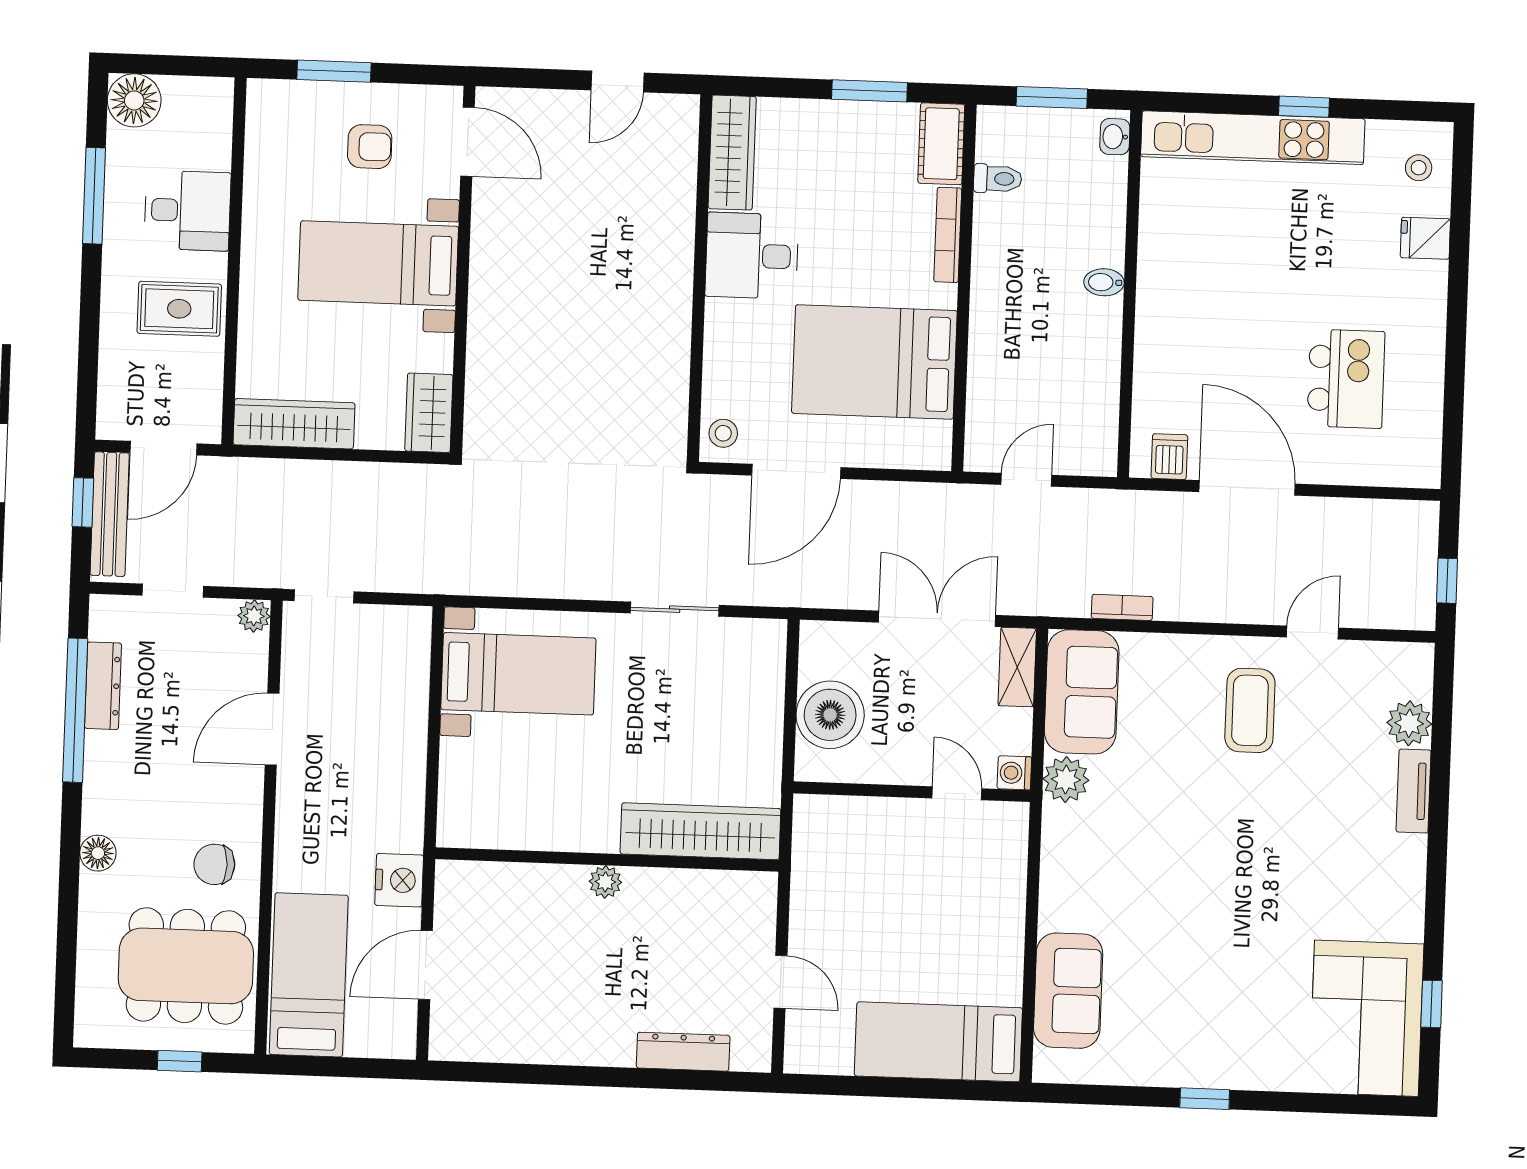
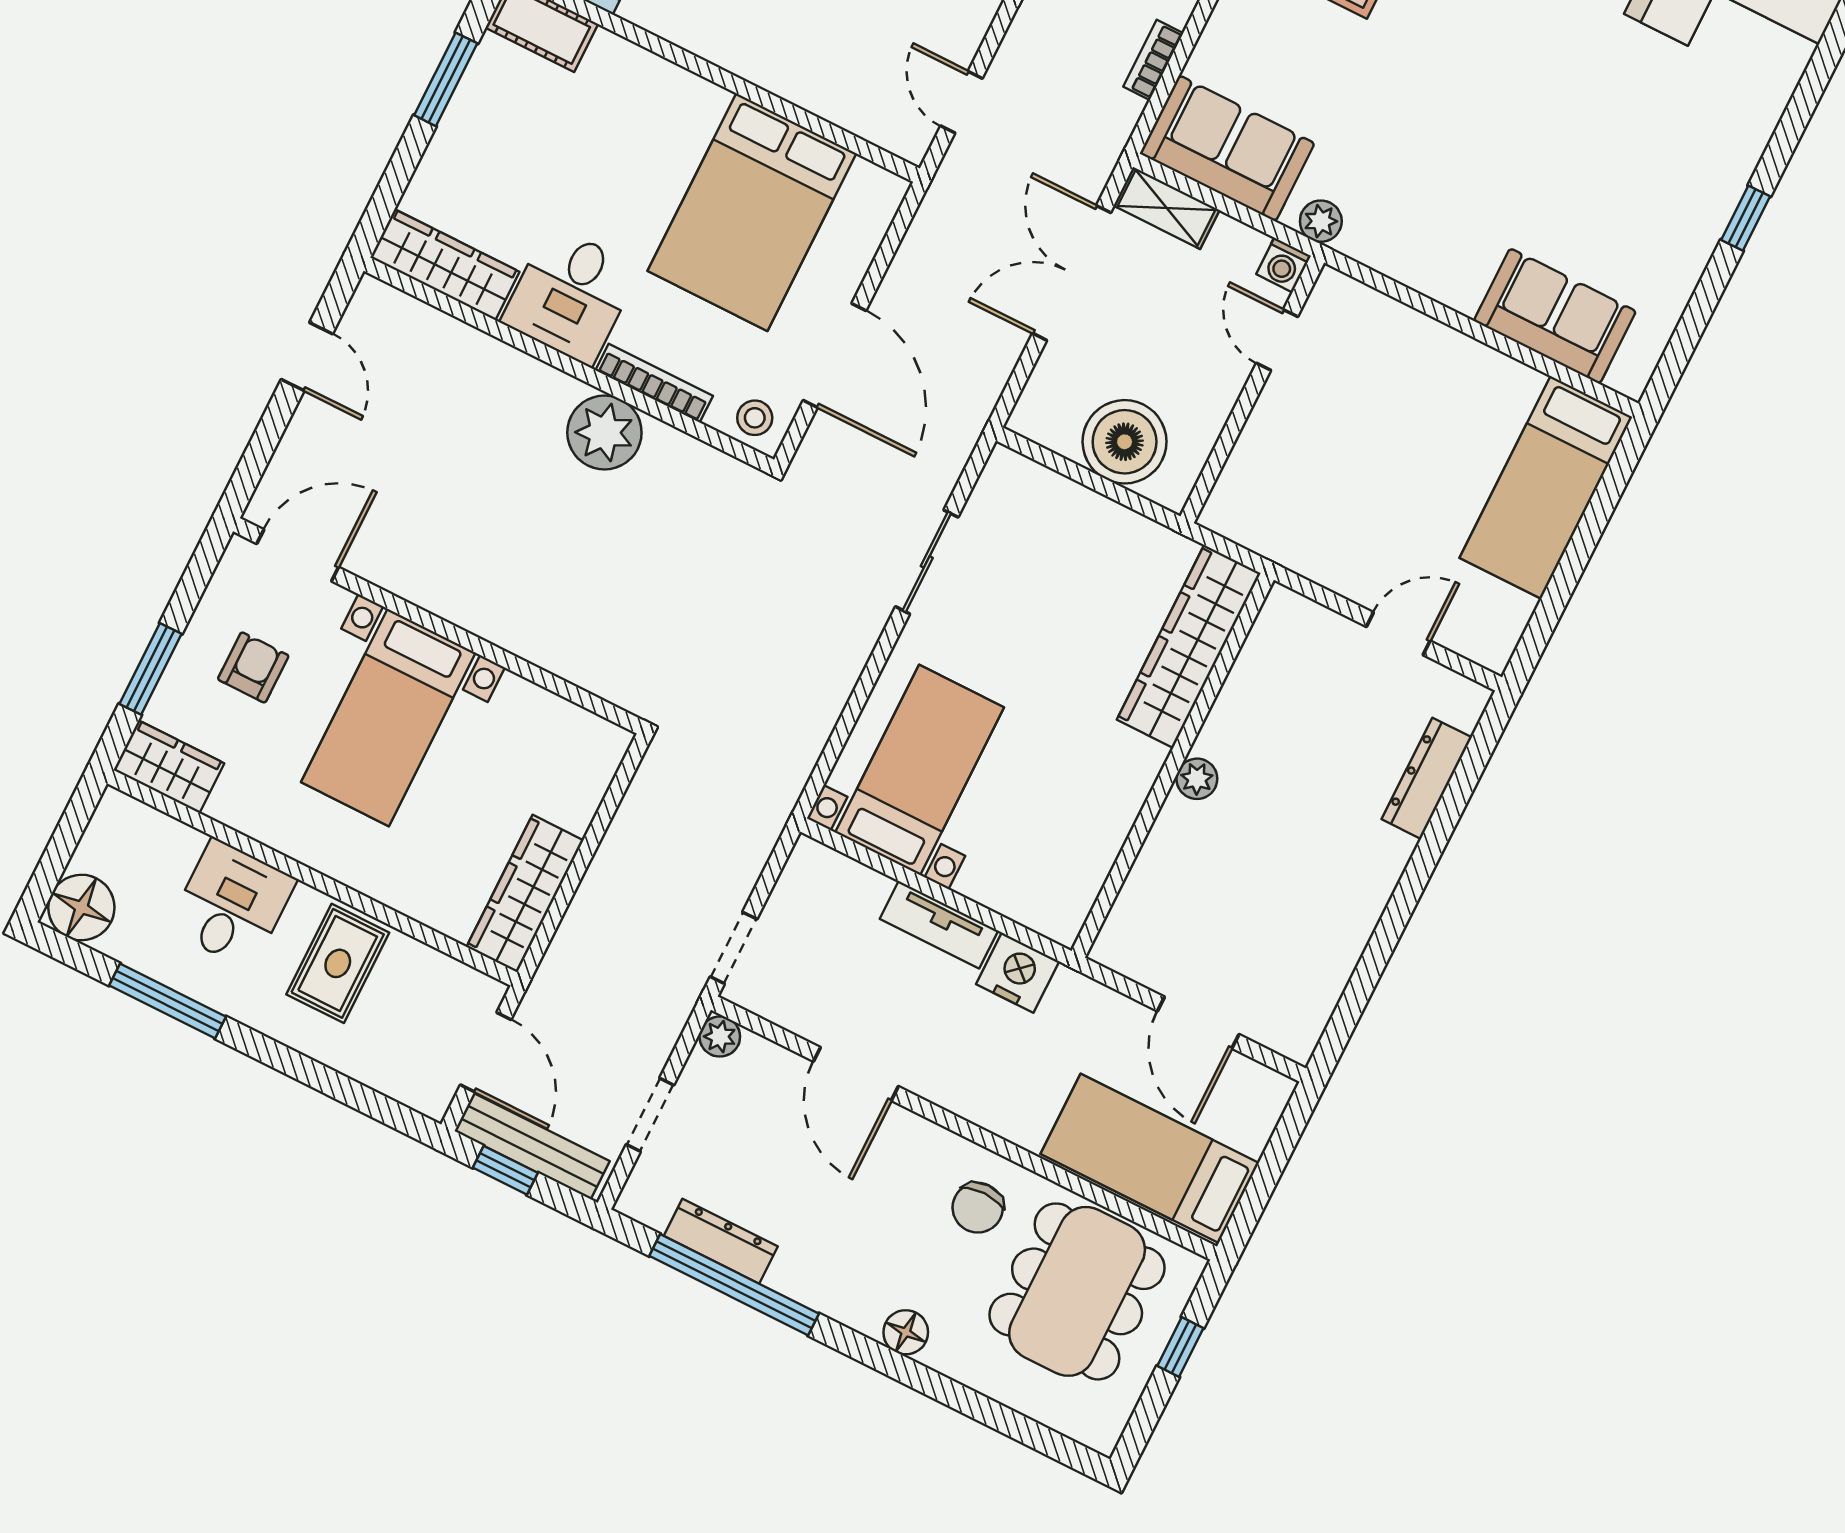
bookcase: (948, 235) -> (654, 383), moved, turned 180
plant: (662, 327) -> (604, 432), added
wardrobe: (429, 413) -> (169, 767), moved, turned 180
tv unit: (410, 740) -> (939, 925), added
plant: (1066, 780) -> (1321, 221), width x0.73, depth x0.73
door: (957, 793) -> (1277, 340), hinge flipped
nightstand: (399, 880) -> (1018, 973), moved

